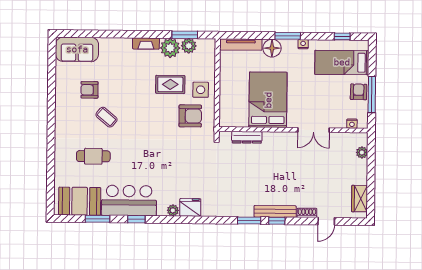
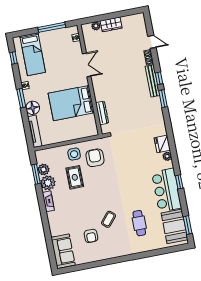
armchair: (359, 92) -> (52, 37), removed
wardrobe: (360, 199) -> (111, 24), moved
window: (97, 219) -> (188, 225), moved

